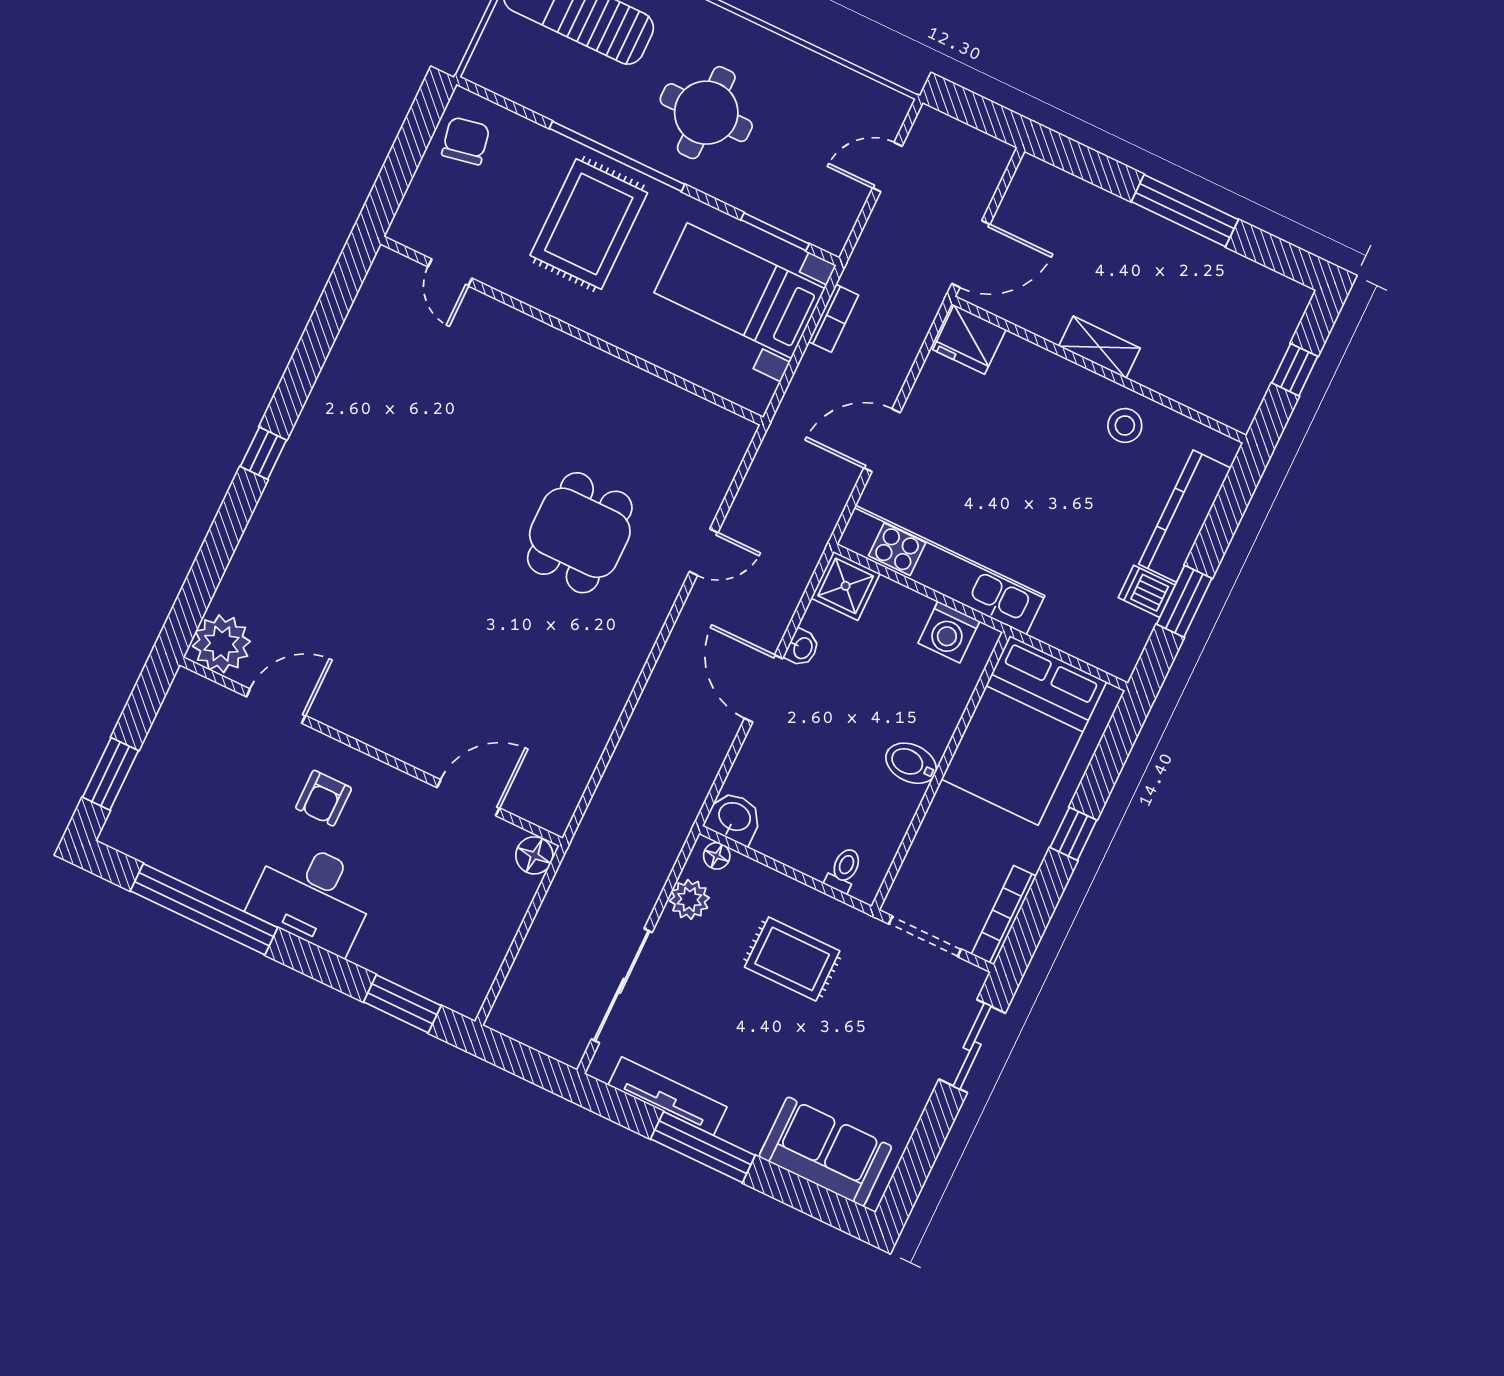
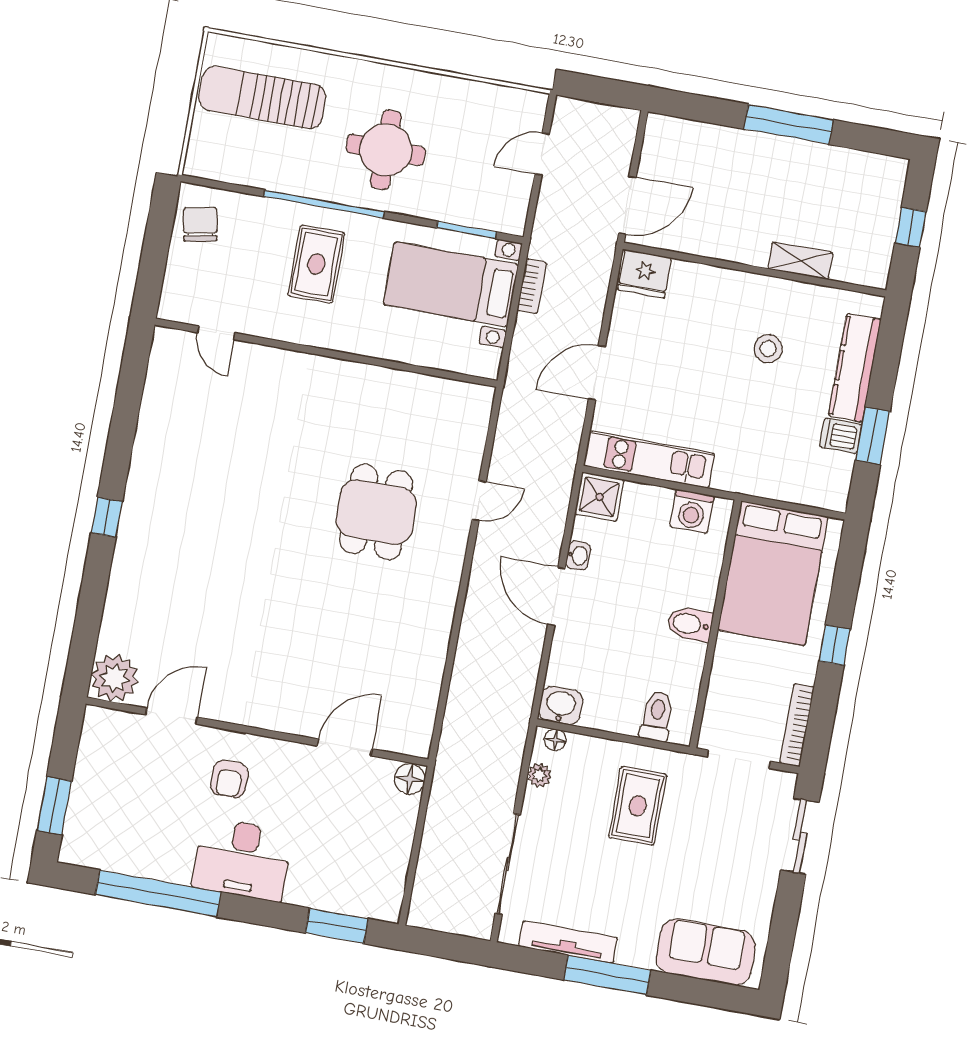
rug: (589, 224) -> (316, 264), width x0.73, depth x0.70
shelving: (1100, 347) -> (800, 261), moved
stool: (1125, 425) -> (768, 349), moved
kitchen unit: (941, 570) -> (649, 459), width x0.73
toilet: (844, 870) -> (657, 716), width x1.37, depth x1.39
plant: (689, 899) -> (539, 775), width x0.73, depth x0.73
rug: (792, 959) -> (638, 806), turned 90

